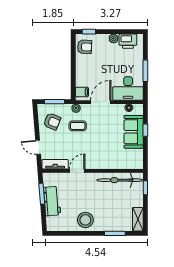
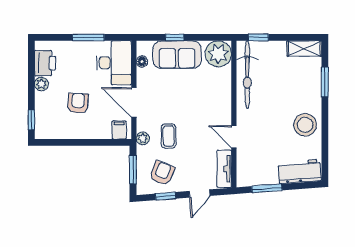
armchair: (85, 47) -> (78, 103), moved
window: (36, 124) -> (165, 196), added
plant: (134, 160) -> (218, 54), added
workbench: (52, 201) -> (300, 172), moved

